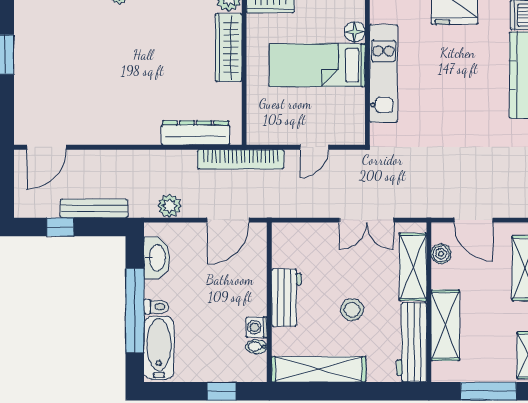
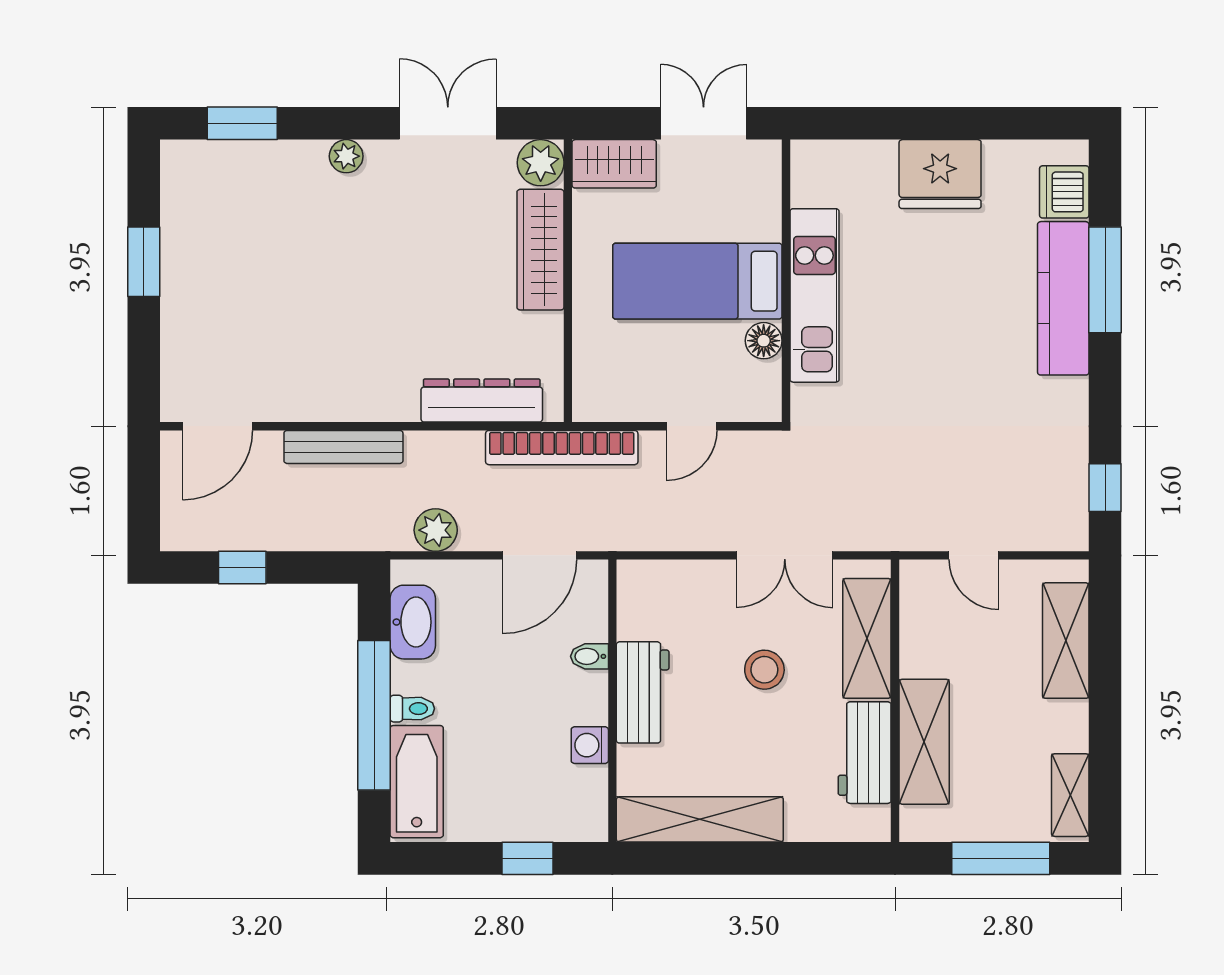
floor lamp: (355, 32) -> (764, 341), moved
bench: (94, 209) -> (343, 447), moved
door: (473, 220) -> (974, 555), width x0.73
boiler: (441, 254) -> (917, 615), removed
stool: (352, 310) -> (764, 670), moved
workbench: (412, 342) -> (865, 753), width x0.73
bidet: (256, 347) -> (589, 656), moved

